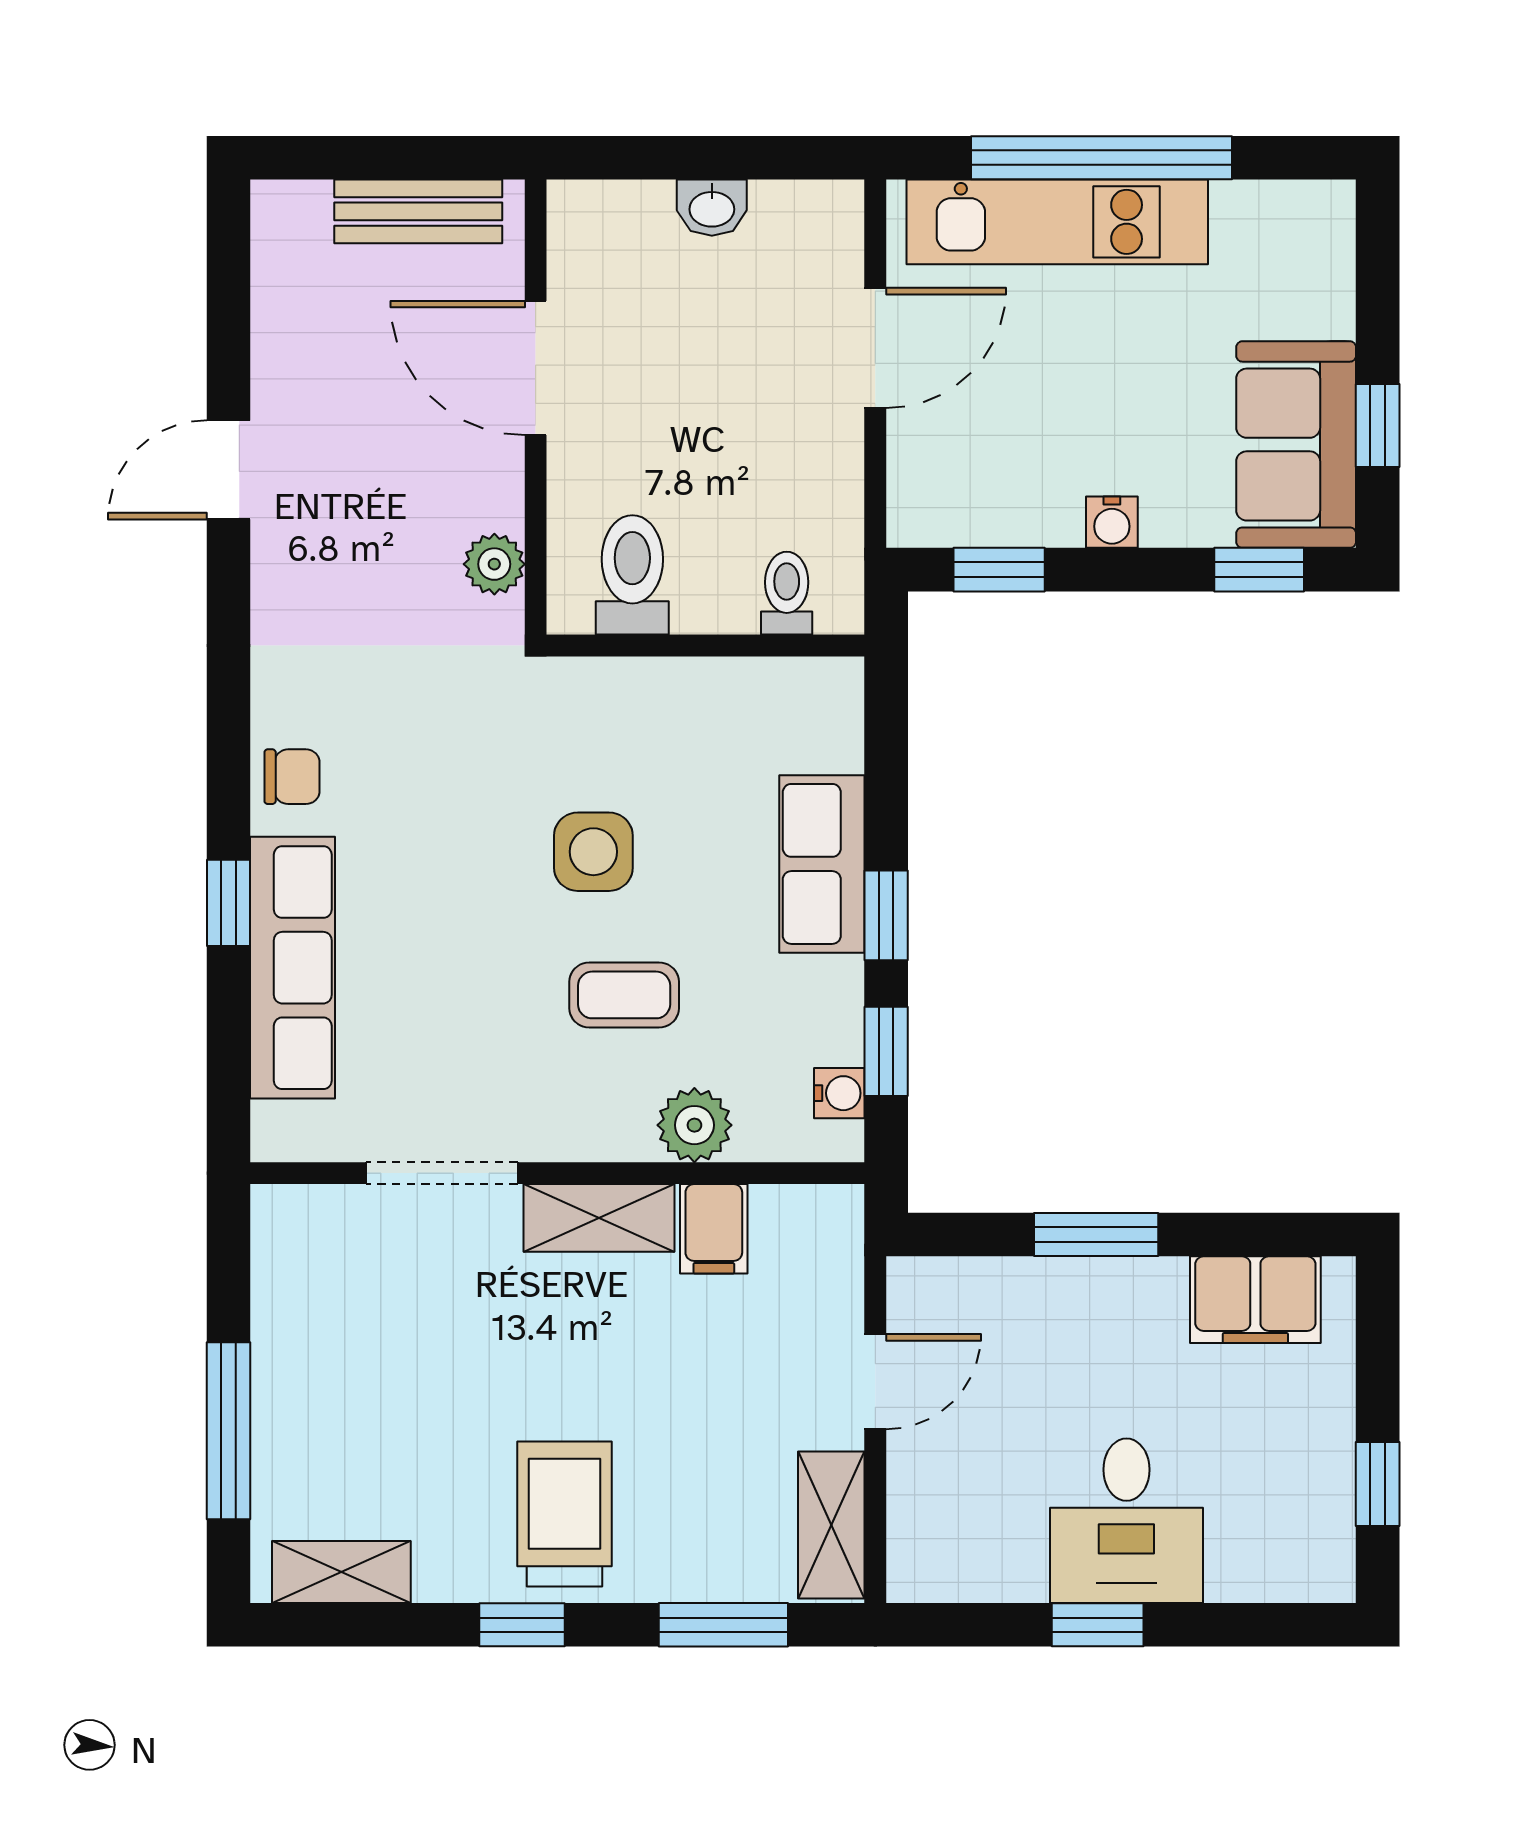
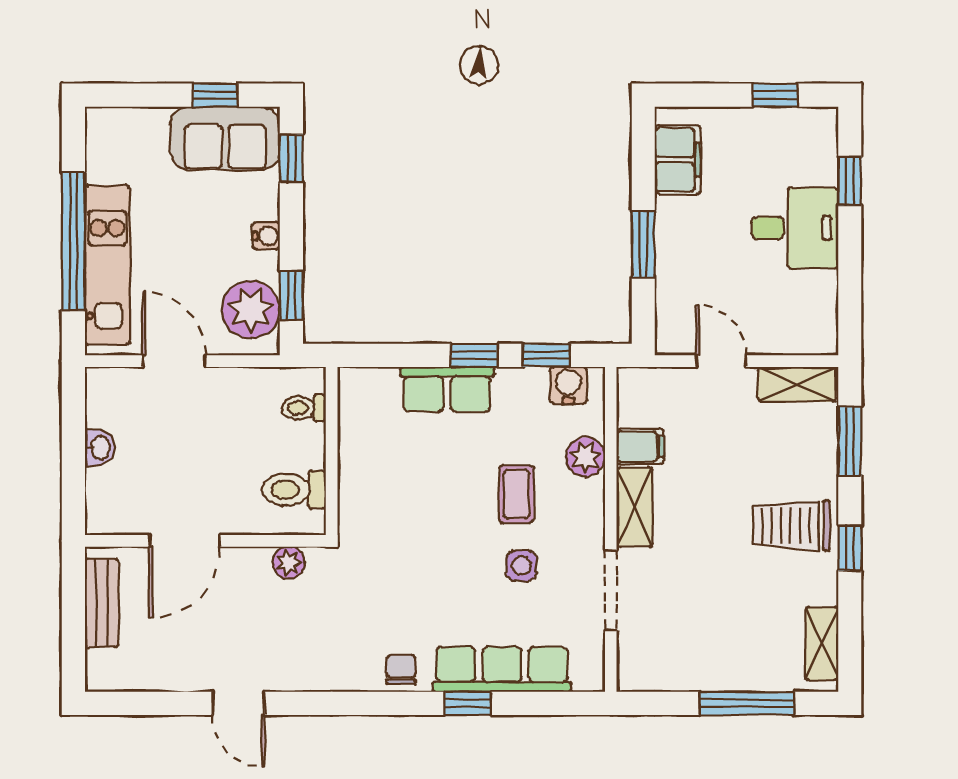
plant: (973, 493) -> (251, 309), added
side table: (593, 852) -> (522, 566), moved, width x0.73, depth x0.73
water cooler: (839, 1093) -> (568, 385), width x1.38, depth x1.38
window: (1098, 1625) -> (850, 181), moved

